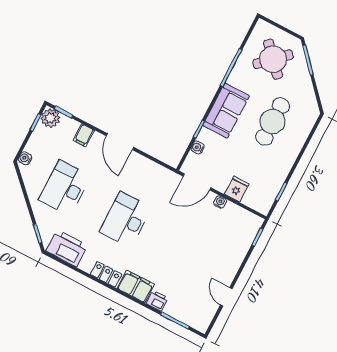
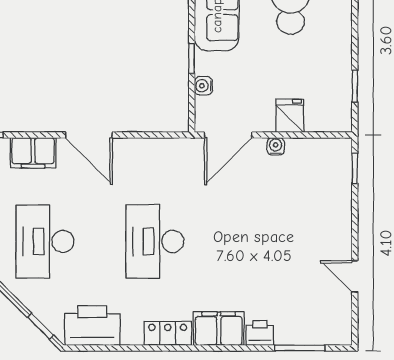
filing cabinet: (84, 135) -> (33, 153), width x2.00

